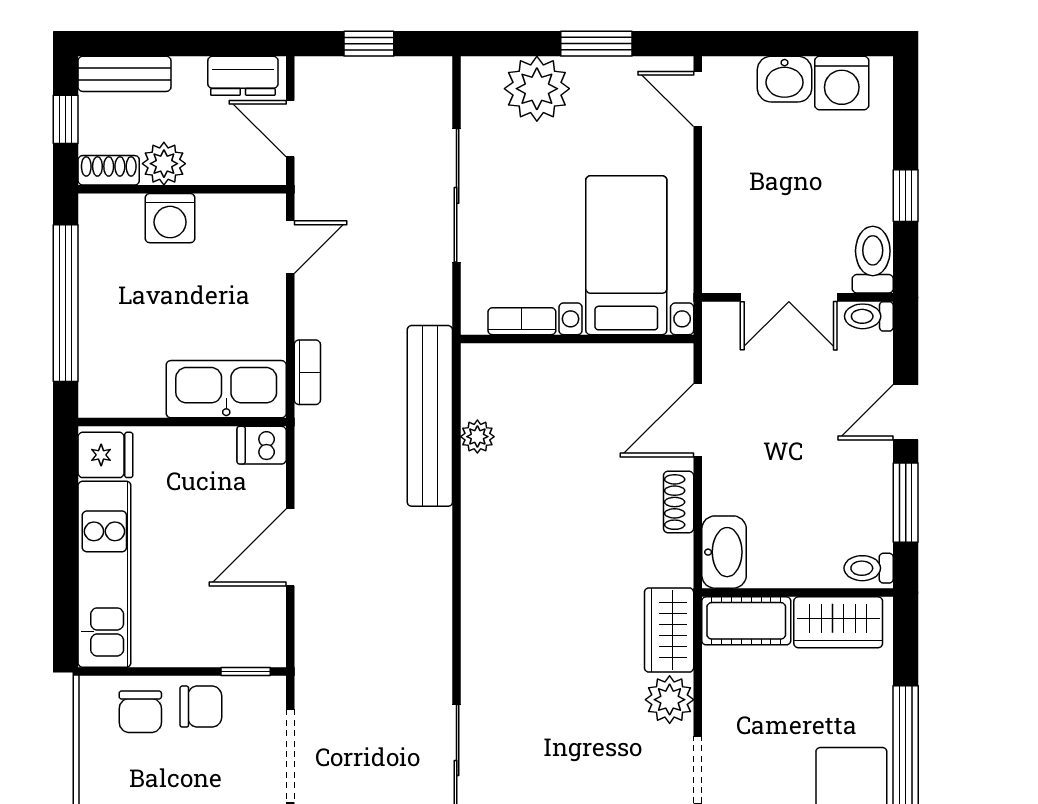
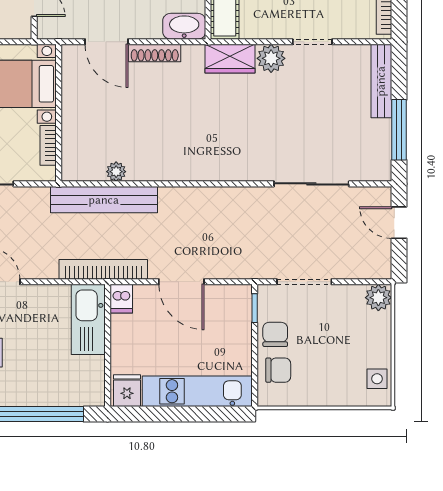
bookcase: (307, 372) -> (103, 269), width x2.31, depth x1.31
shoe rack: (679, 502) -> (155, 53), width x1.43

